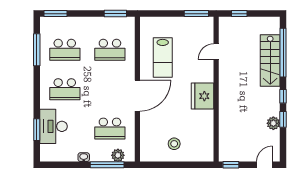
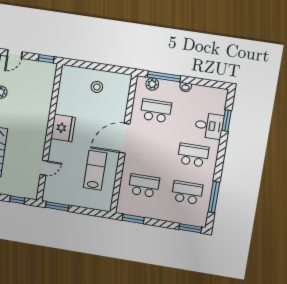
desk: (53, 126) -> (209, 126), width x0.73

